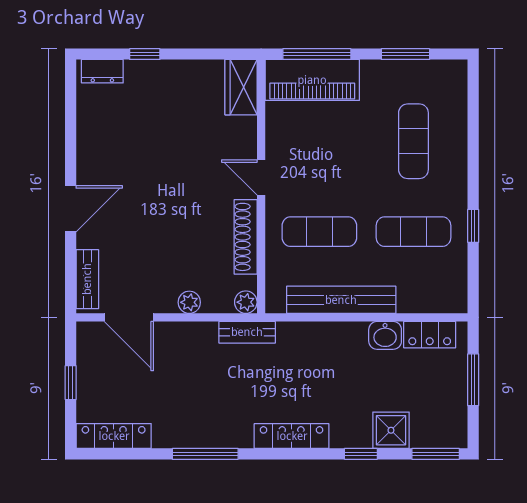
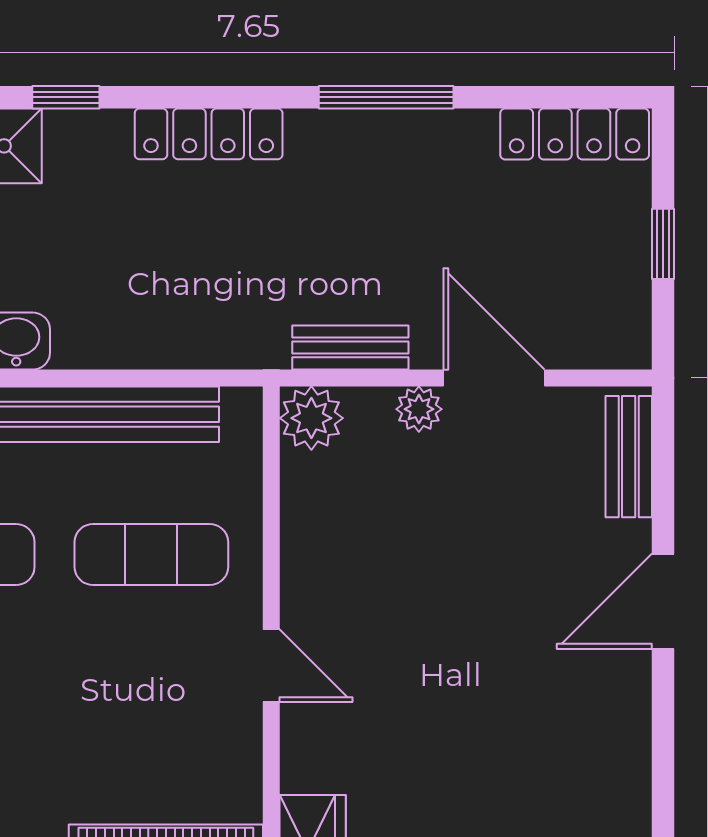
shoe rack: (246, 237) -> (303, 544), removed
plant: (246, 302) -> (311, 418), width x1.38, depth x1.38
door: (129, 317) -> (494, 378), moved
bench: (247, 332) -> (350, 347), moved

